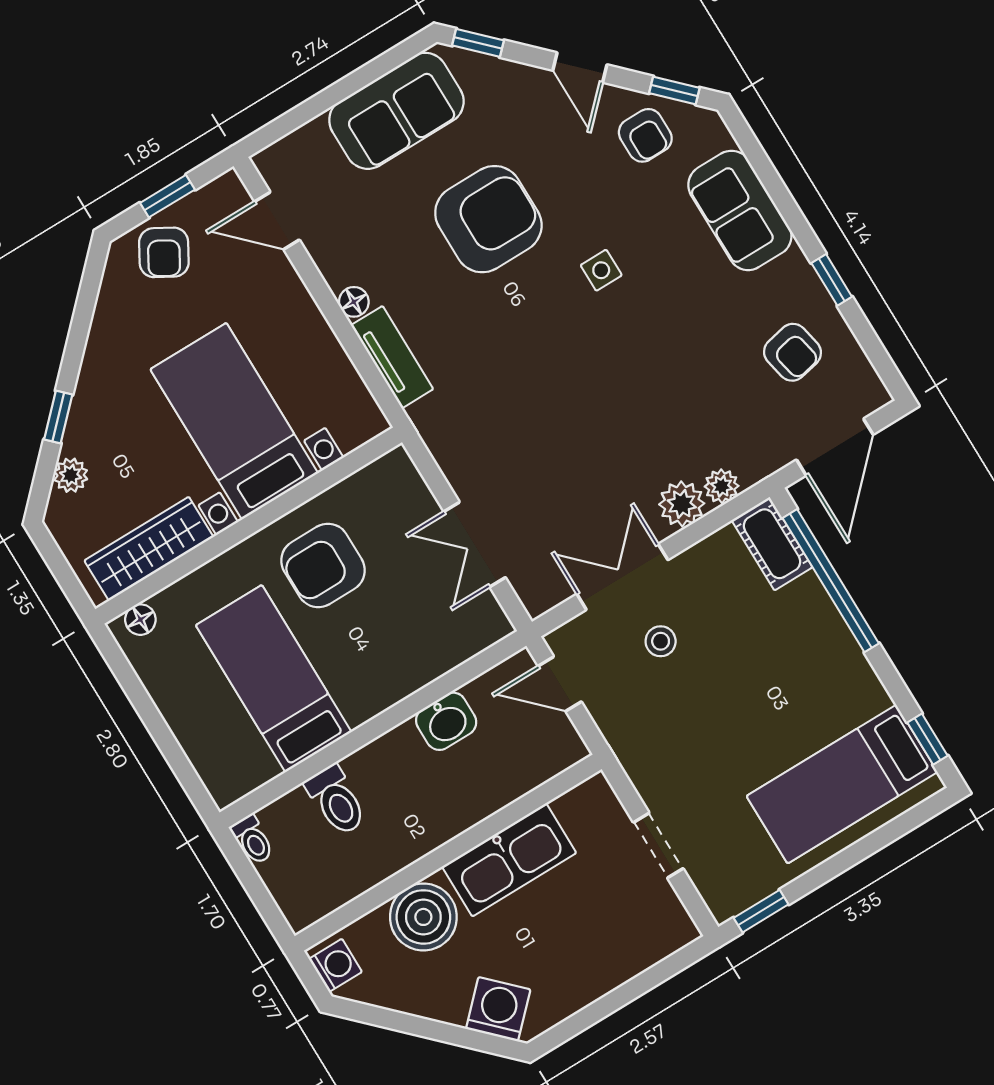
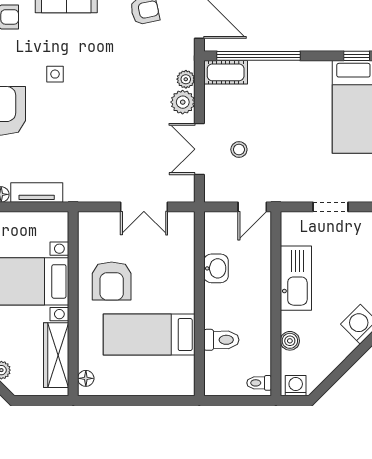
door: (560, 684) -> (252, 207), moved
toilet: (253, 840) -> (259, 383), moved, turned 180
boiler: (423, 917) -> (290, 341), width x0.54, depth x0.54

